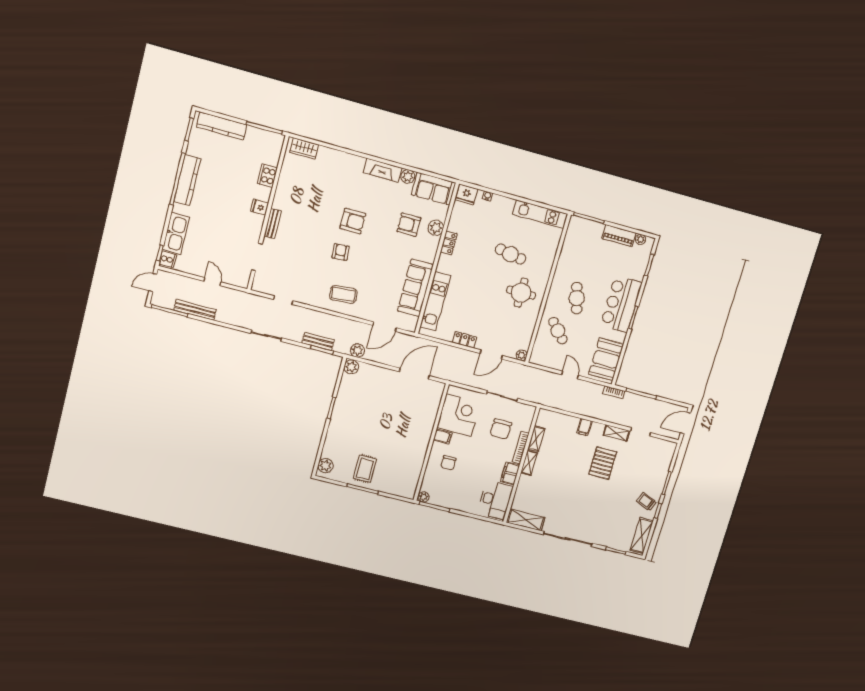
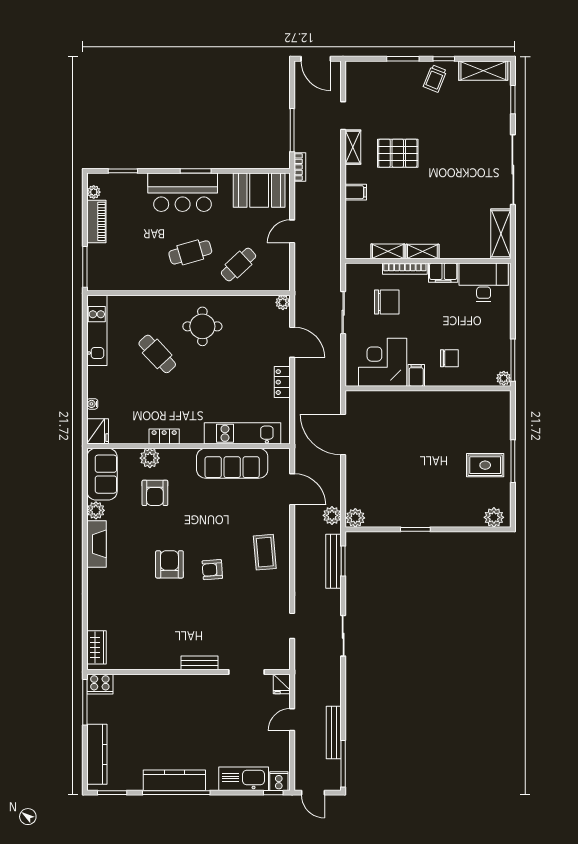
cooker: (267, 176) -> (100, 684), moved
fridge: (260, 207) -> (282, 684), moved
cafe table: (510, 254) -> (157, 354), turned -53
bench: (318, 341) -> (333, 561), width x1.36

